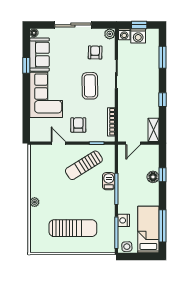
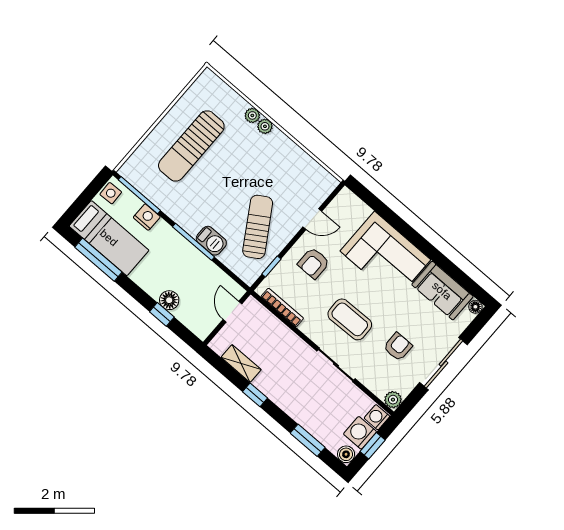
boiler: (154, 34) -> (346, 454), added
armchair: (95, 52) -> (398, 347), moved, turned -91
window: (26, 65) -> (443, 262), removed
armchair: (78, 125) -> (314, 263), turned 90
shelving: (154, 130) -> (241, 363), moved
plant: (34, 212) -> (252, 115), added

